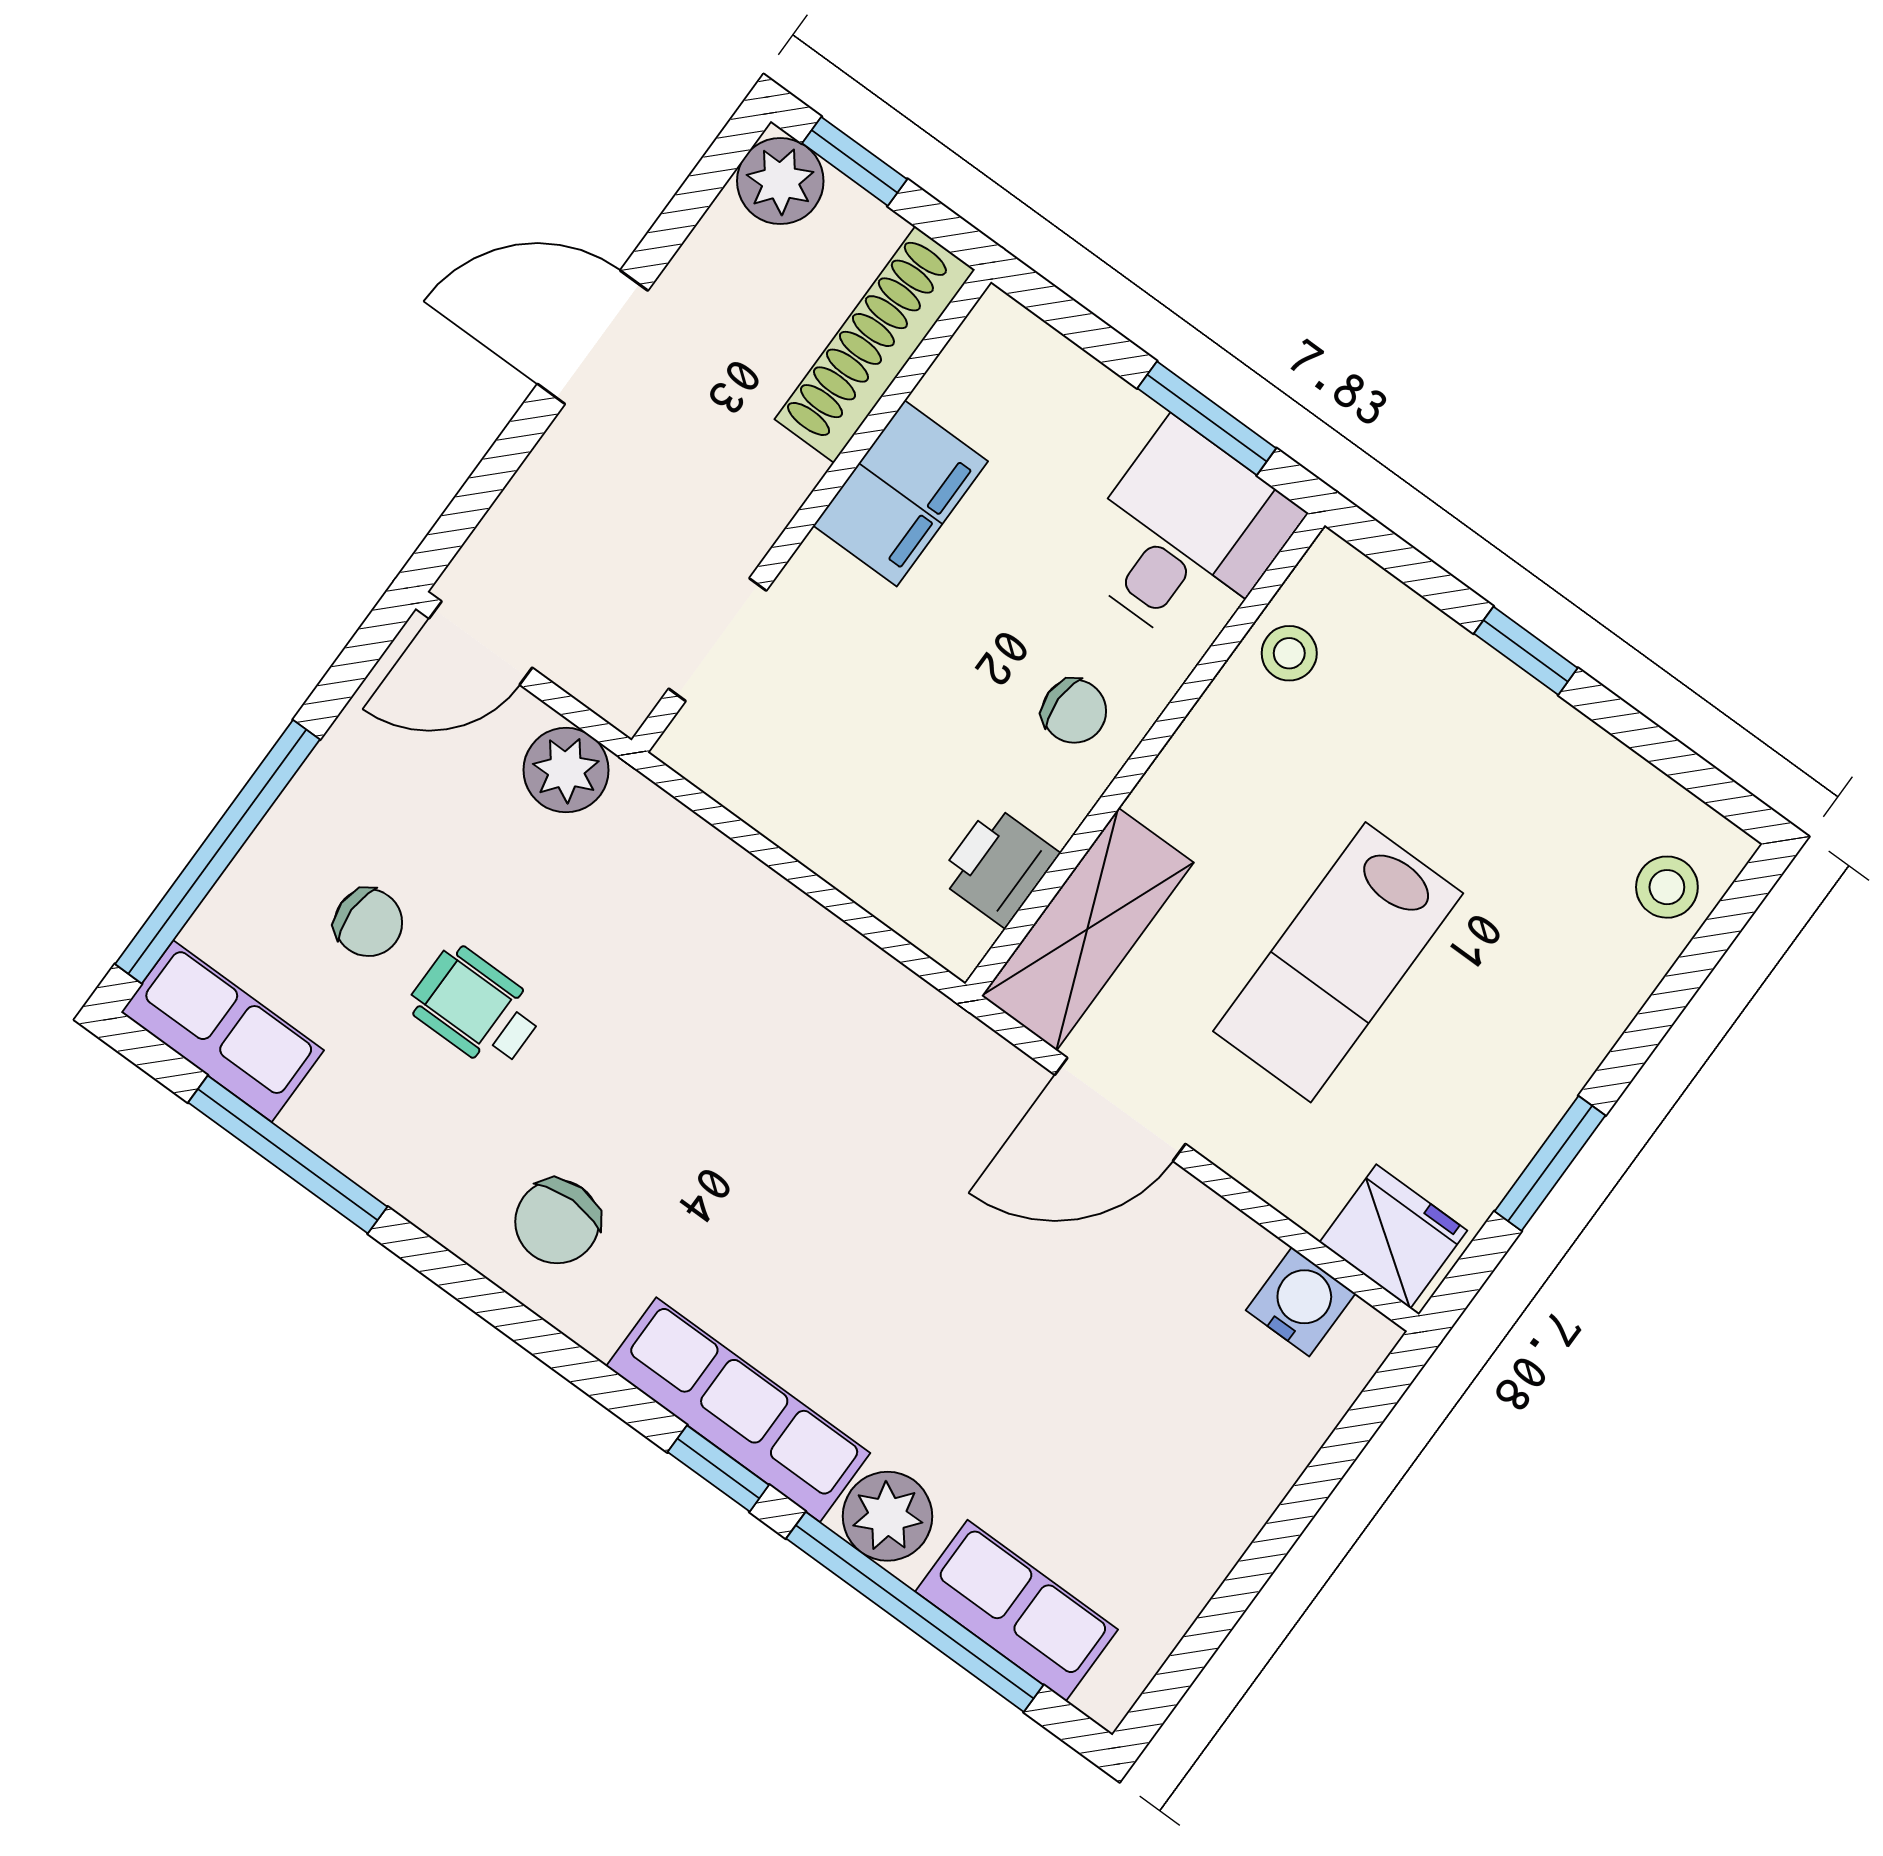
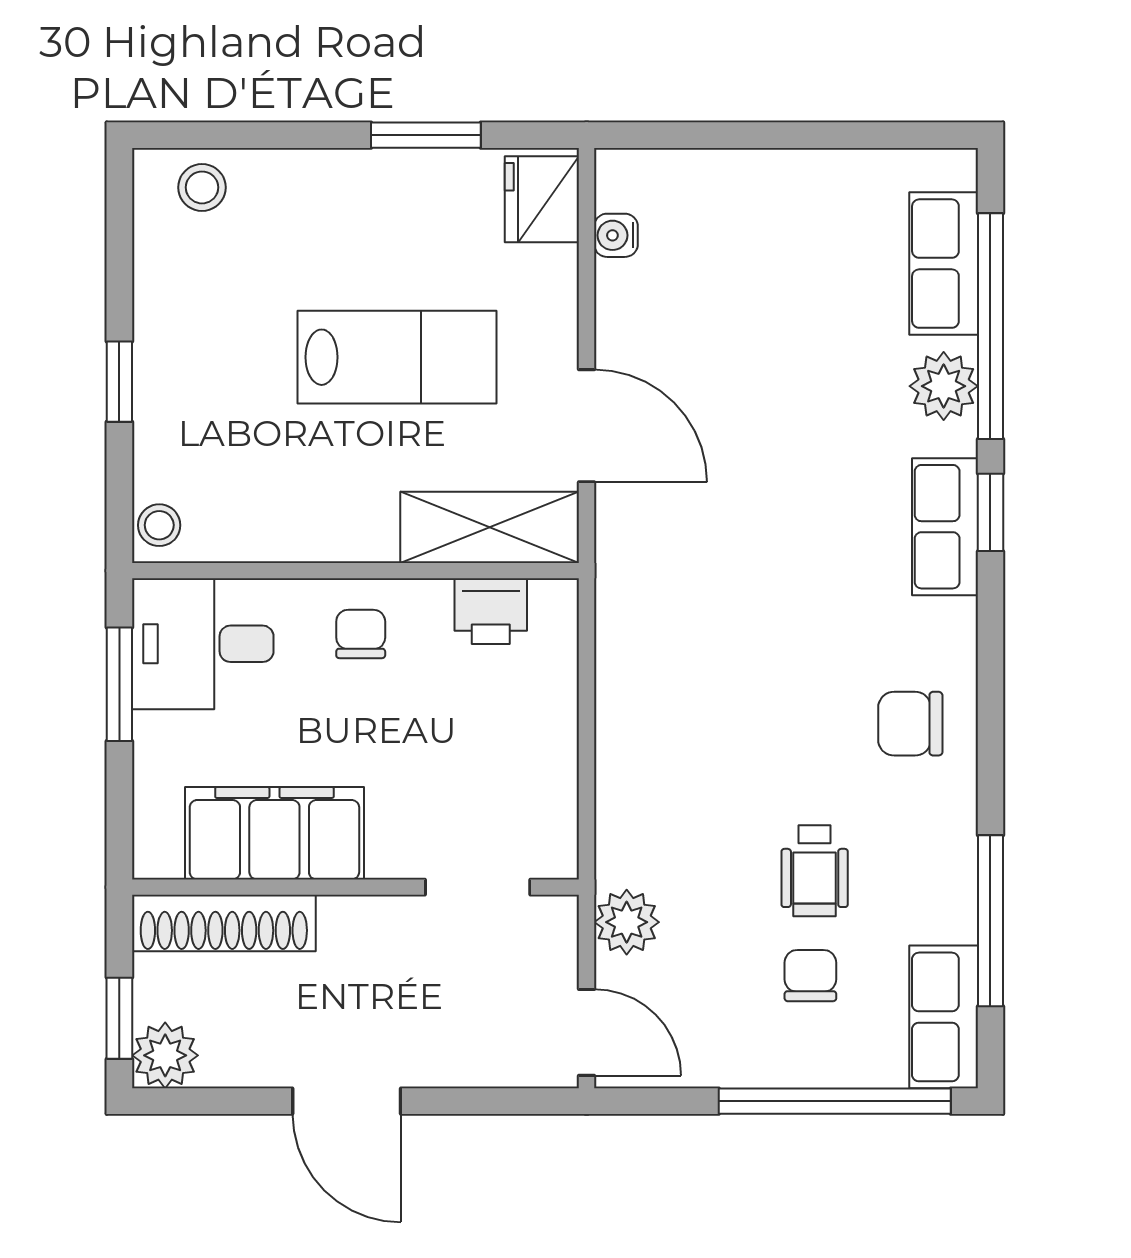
filing cabinet: (901, 493) -> (274, 833), width x1.50, depth x1.17
stool: (1289, 653) -> (159, 525), moved
chair: (557, 1222) -> (910, 724), turned 180
water cooler: (1301, 1302) -> (616, 235), width x0.72, depth x0.72
row of seats: (738, 1410) -> (945, 527), width x0.68

